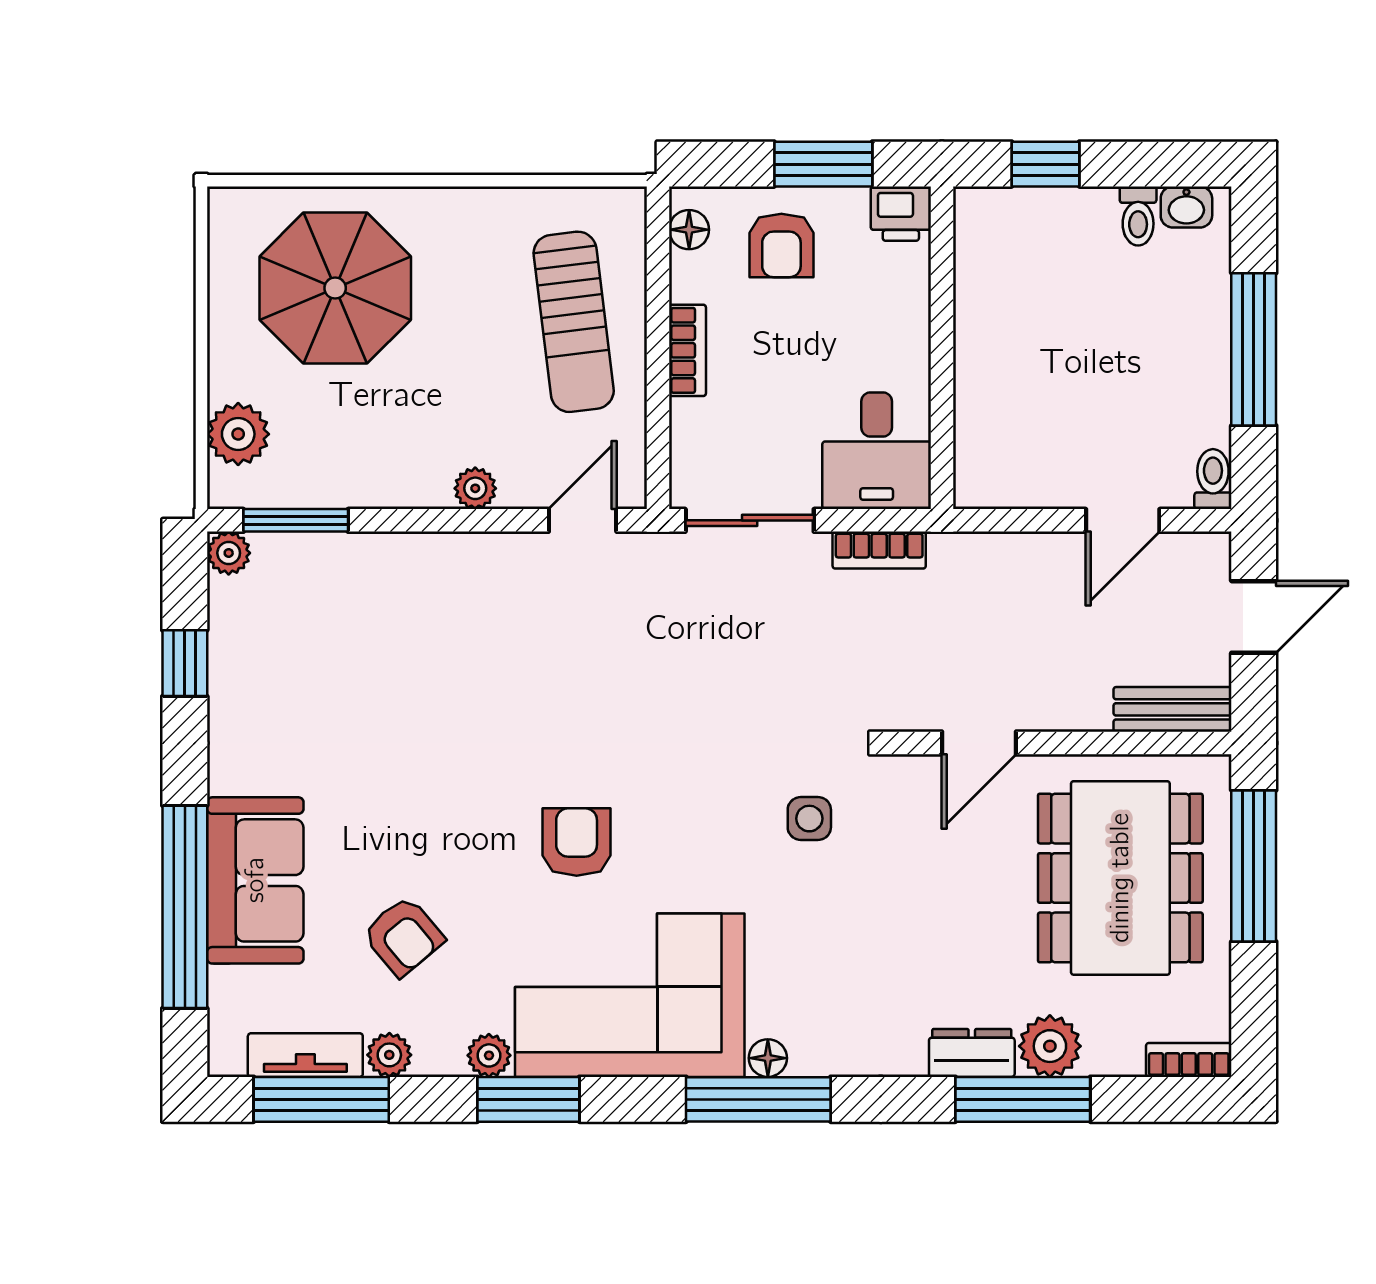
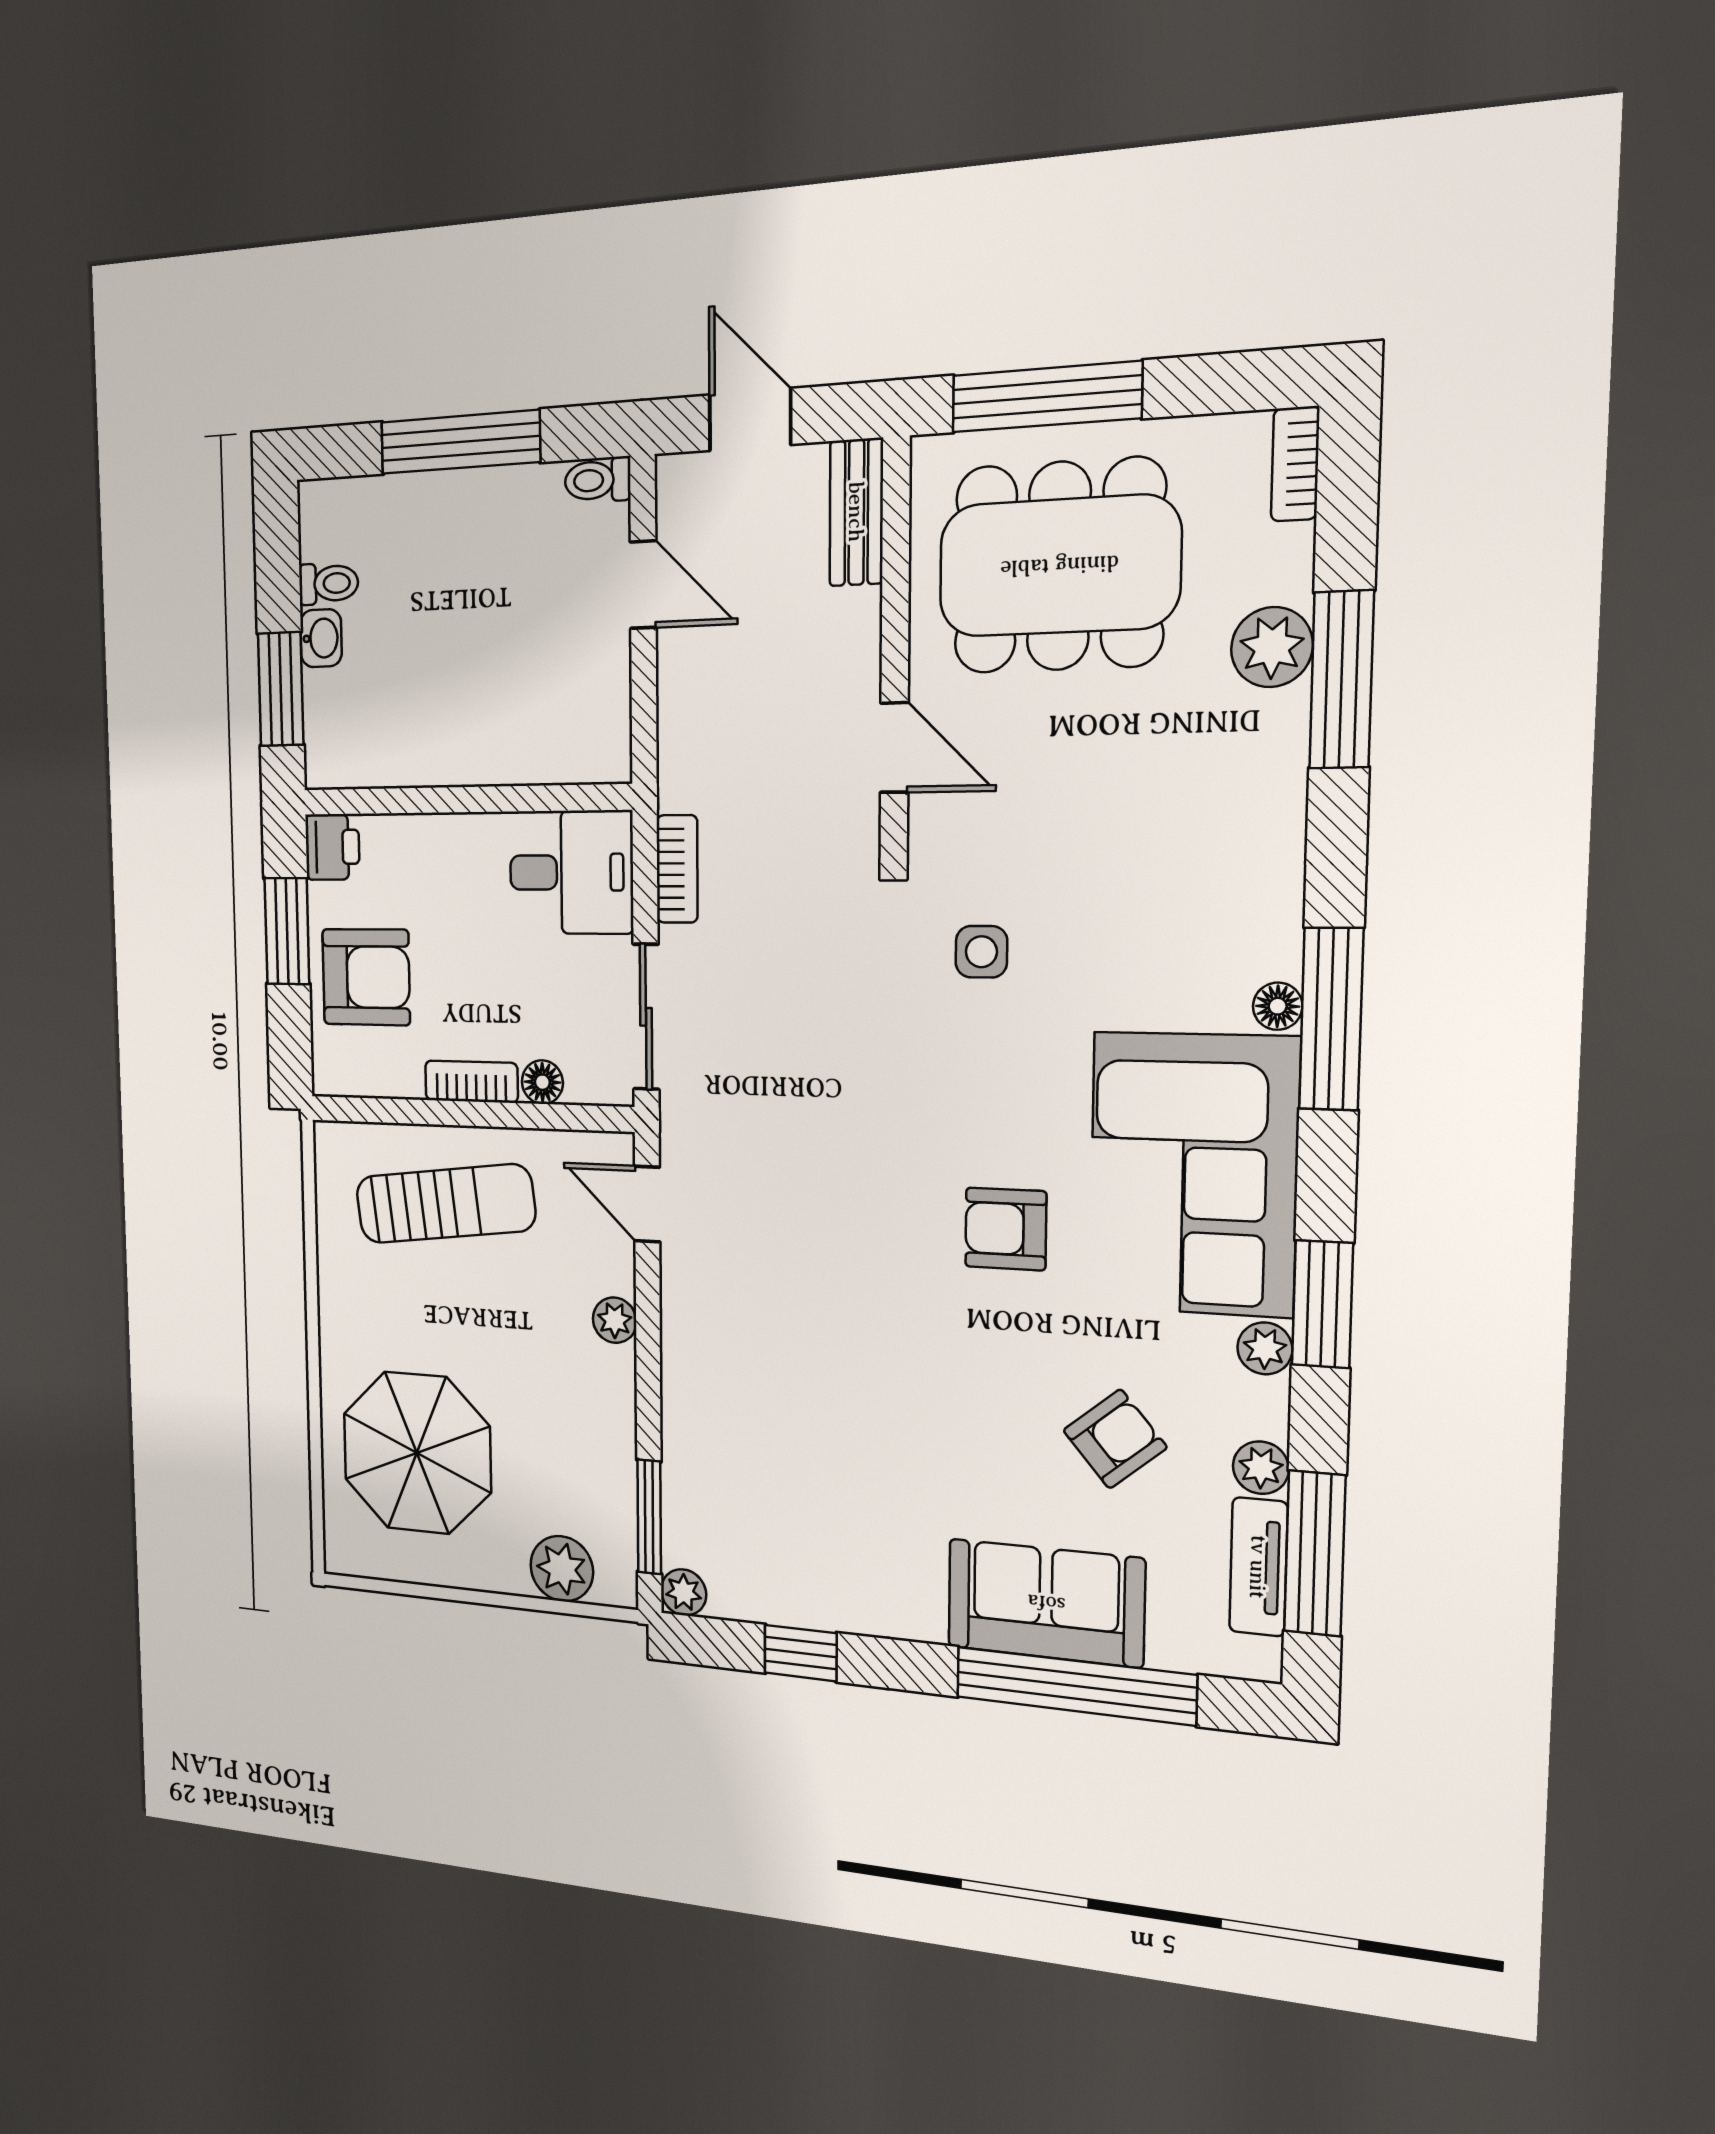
window: (1045, 164) -> (281, 689), width x1.50
washbasin: (1186, 207) -> (321, 638), moved
floor lamp: (689, 230) -> (542, 1082), moved
armchair: (781, 245) -> (366, 977), width x1.38, depth x1.38
dresser: (972, 1053) -> (1278, 748), removed

